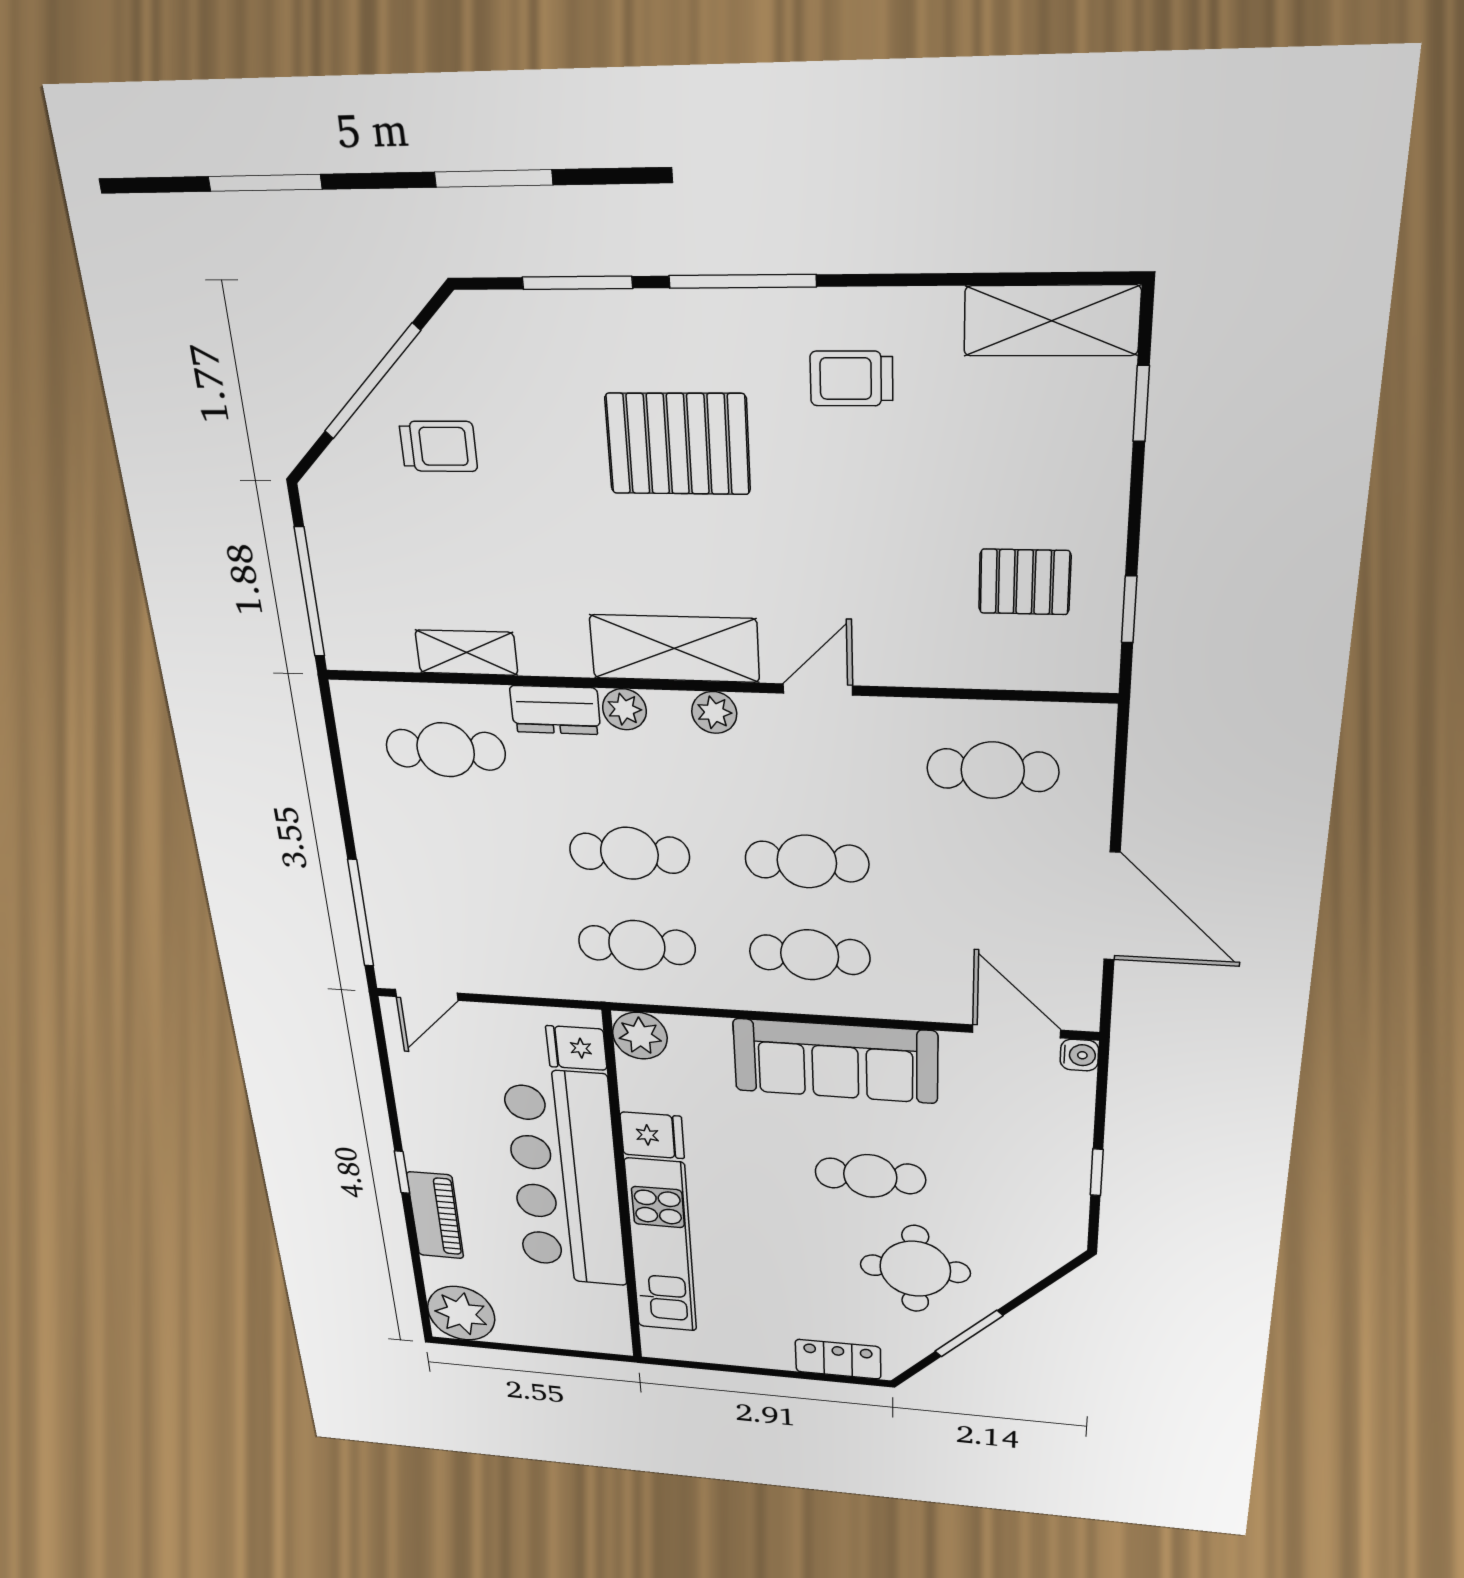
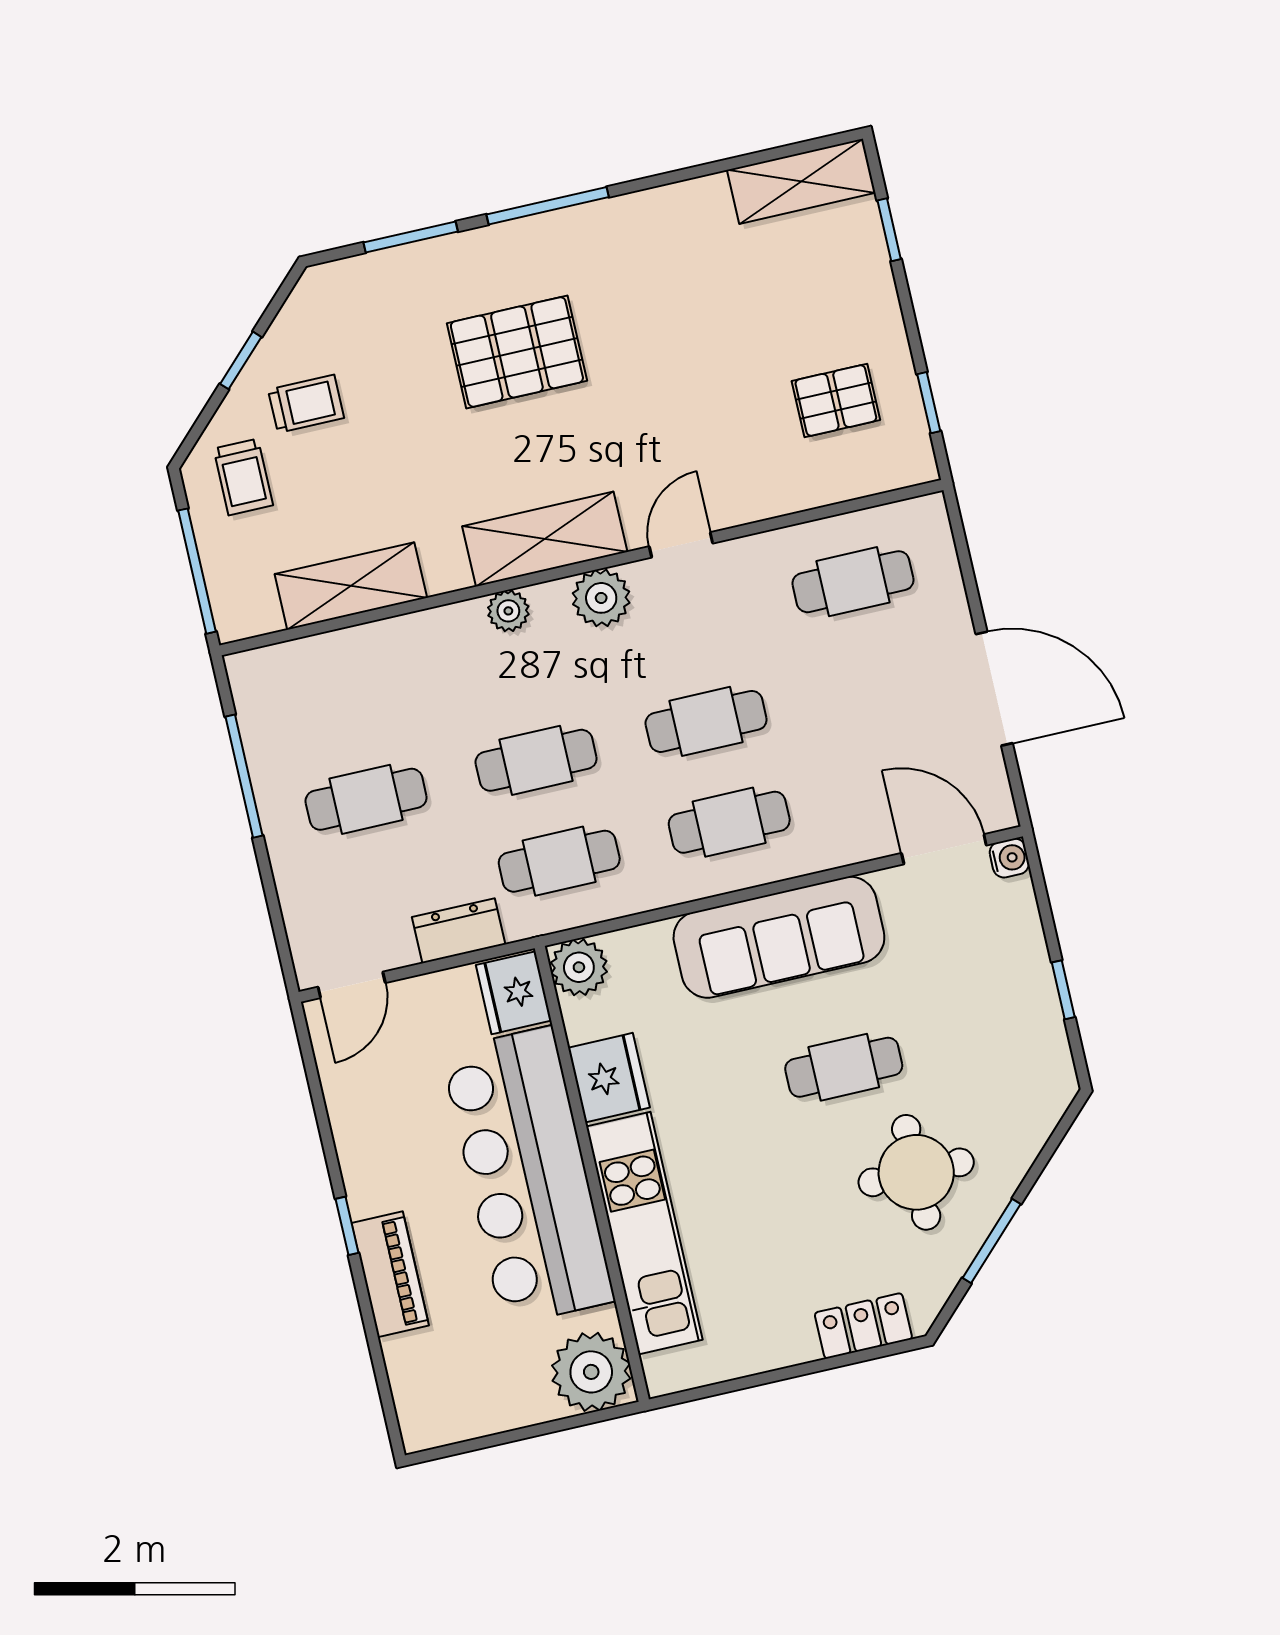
trolley: (851, 379) -> (243, 477), moved, turned -90
window: (372, 382) -> (241, 360), width x0.46
shelving: (466, 653) -> (351, 586), width x1.50, depth x1.33
dresser: (555, 710) -> (459, 931), moved, turned 180
plant: (714, 712) -> (601, 598), width x1.38, depth x1.38
cafe table: (446, 750) -> (366, 799), moved
window: (361, 913) -> (244, 776), moved
fridge: (576, 1048) -> (514, 993), width x1.38
fridge: (652, 1135) -> (609, 1078), width x1.38
plant: (461, 1313) -> (591, 1372), moved

